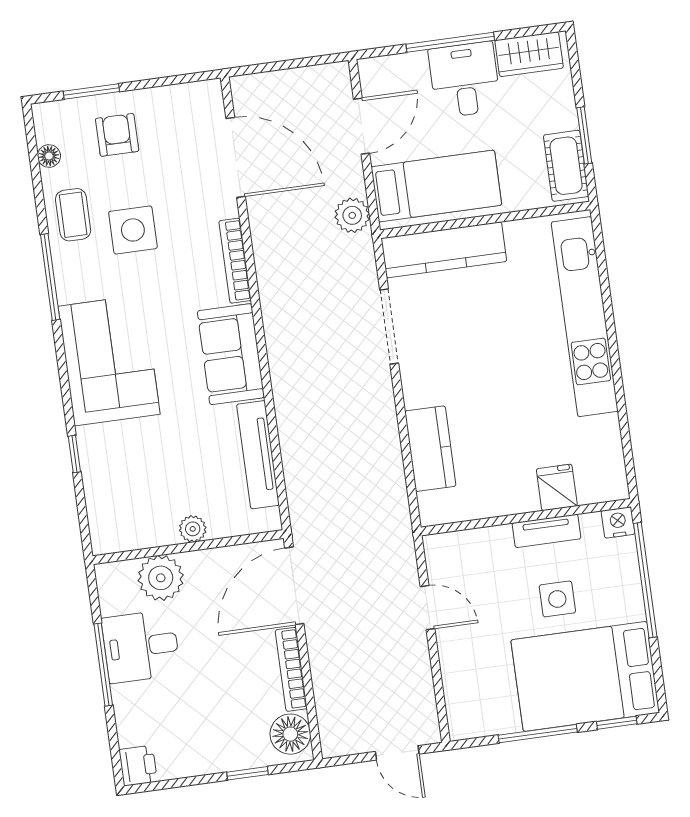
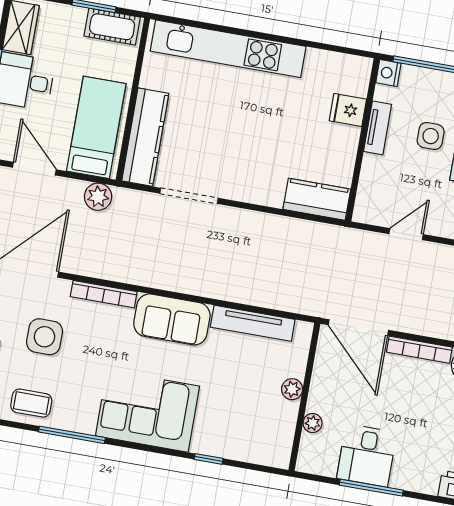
side table: (133, 230) -> (45, 337), moved
kitchen counter: (430, 449) -> (317, 199), moved
plant: (161, 578) -> (313, 423), width x0.53, depth x0.53

